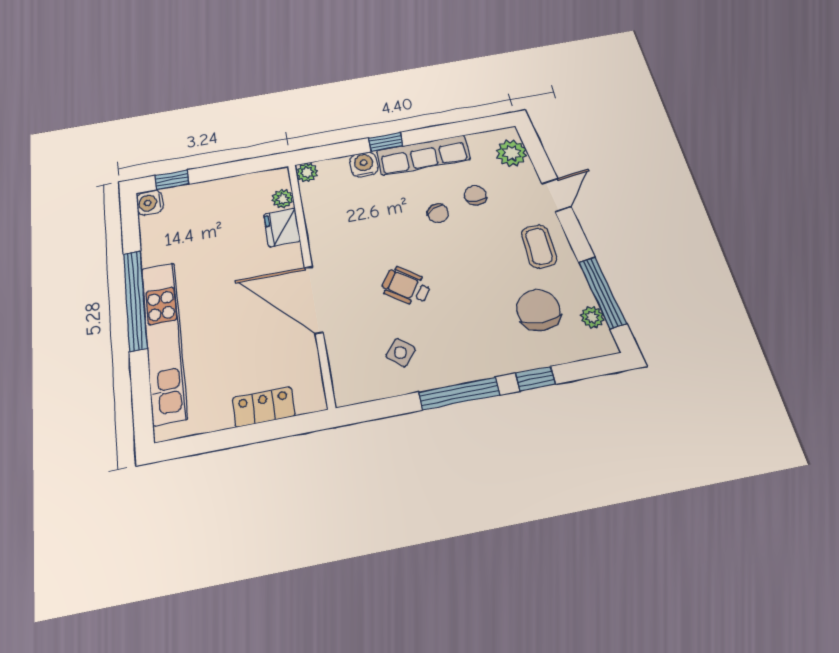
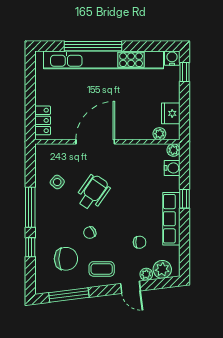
water cooler: (364, 164) -> (172, 168), moved
chair: (438, 213) -> (90, 233), moved
fridge: (282, 227) -> (171, 113), moved, turned -90
wheelchair: (406, 286) -> (93, 192), width x1.36, depth x1.37
window: (135, 300) -> (93, 46), moved
plant: (592, 317) -> (146, 274), moved
kitchen unit: (164, 341) -> (103, 60), width x1.36
locker: (264, 407) -> (43, 120), moved

